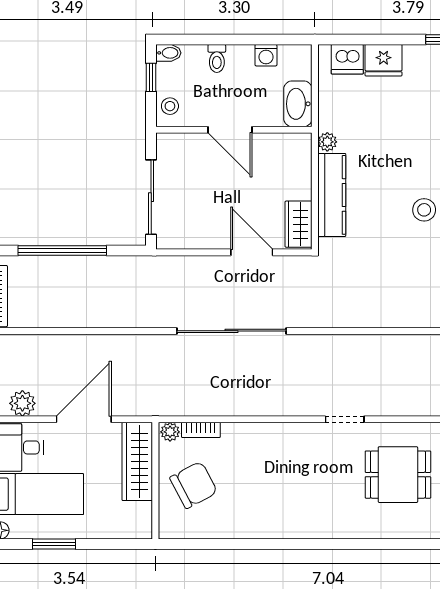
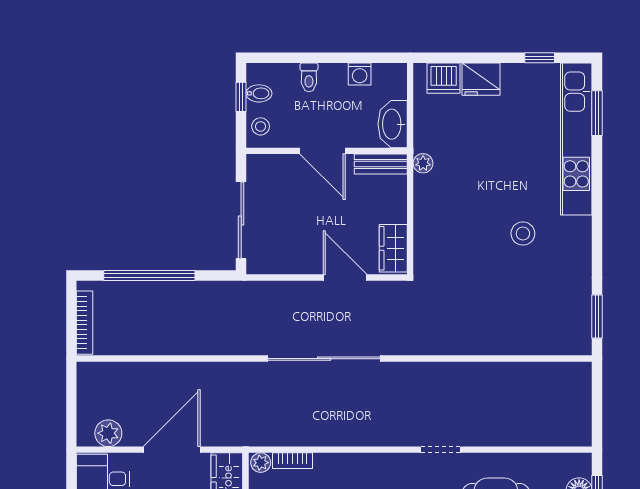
bidet: (168, 53) -> (259, 93), moved
bench: (286, 142) -> (381, 164), added
kitchen counter: (332, 195) -> (428, 218), removed

